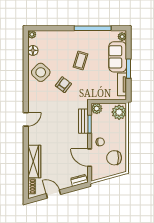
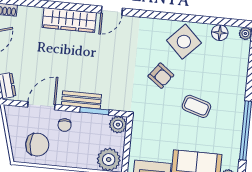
door: (26, 119) -> (112, 11), hinge flipped
bench: (83, 121) -> (81, 100), moved
chair: (114, 158) -> (37, 145), turned 90
wardrobe: (34, 161) -> (69, 20), moved

